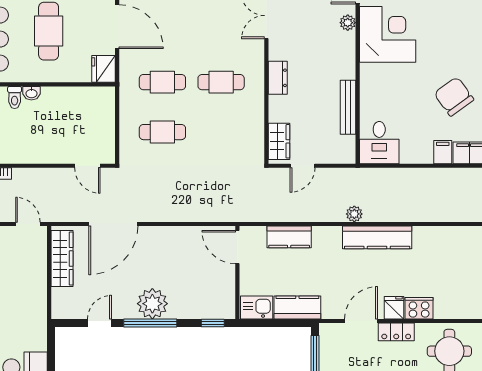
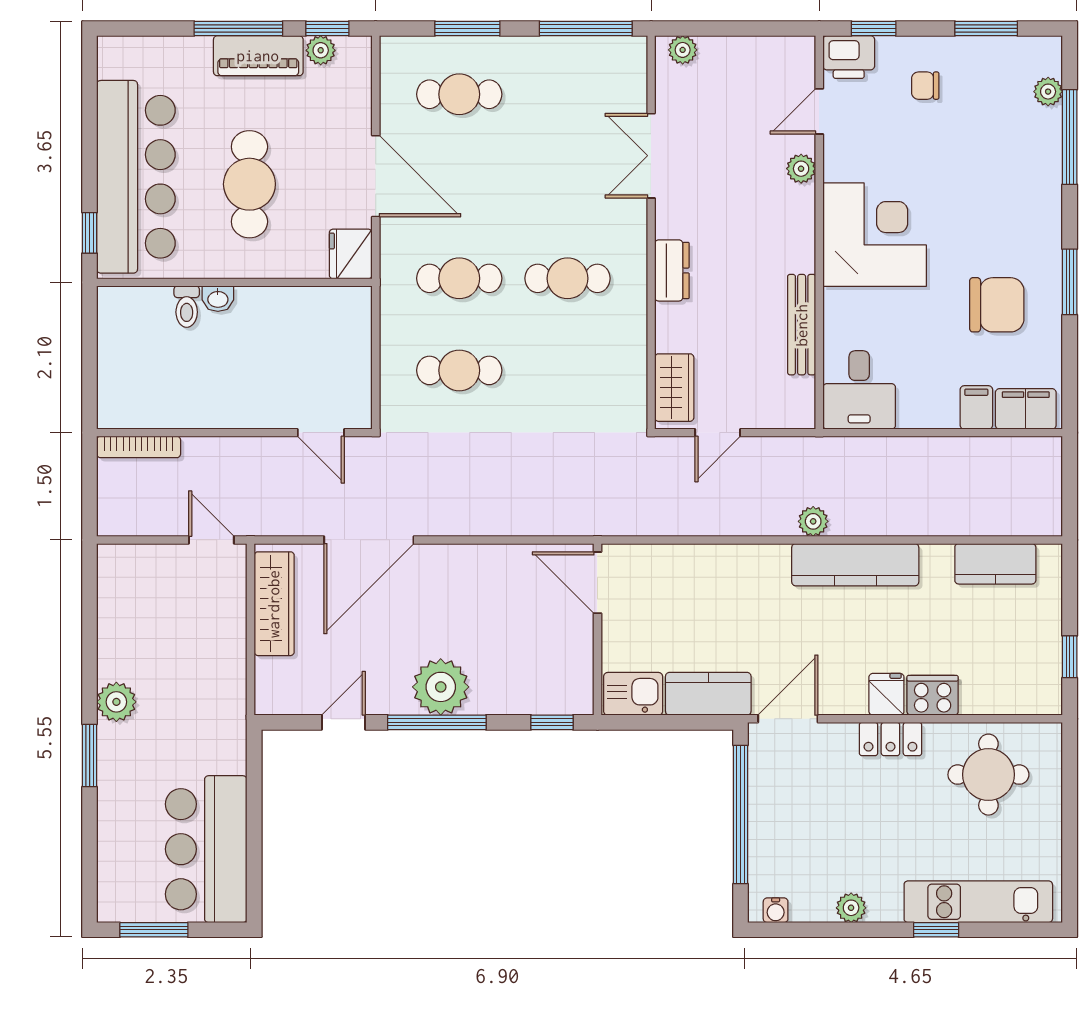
corner desk: (388, 34) -> (875, 235), moved
chair: (454, 96) -> (997, 305), turned 126
kitchen counter: (289, 237) -> (995, 564), moved
door: (361, 321) -> (788, 719), moved

